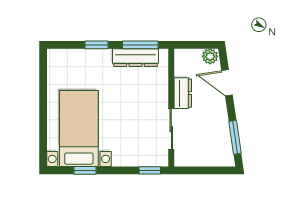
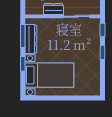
bed with nightstands: (79, 129) -> (49, 75), moved, turned 180
window: (85, 170) -> (103, 52), moved

